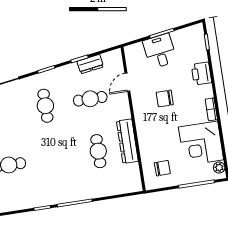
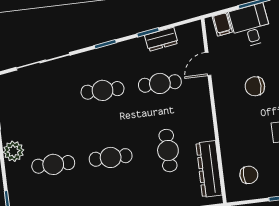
filing cabinet: (138, 51) -> (222, 24), added
cafe table: (45, 106) -> (103, 90), turned 90
dresser: (127, 141) -> (209, 169), moved
cafe table: (53, 158) -> (111, 157), added

